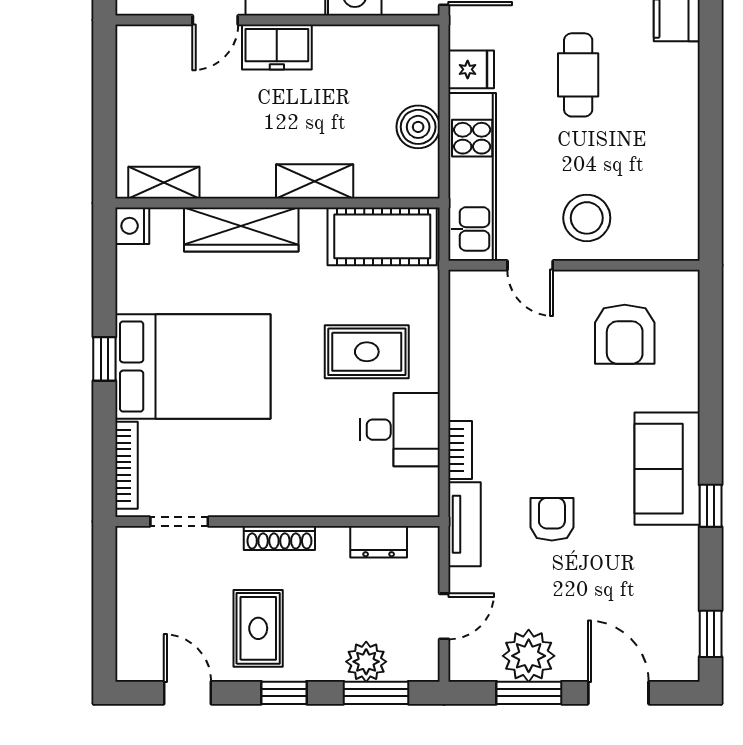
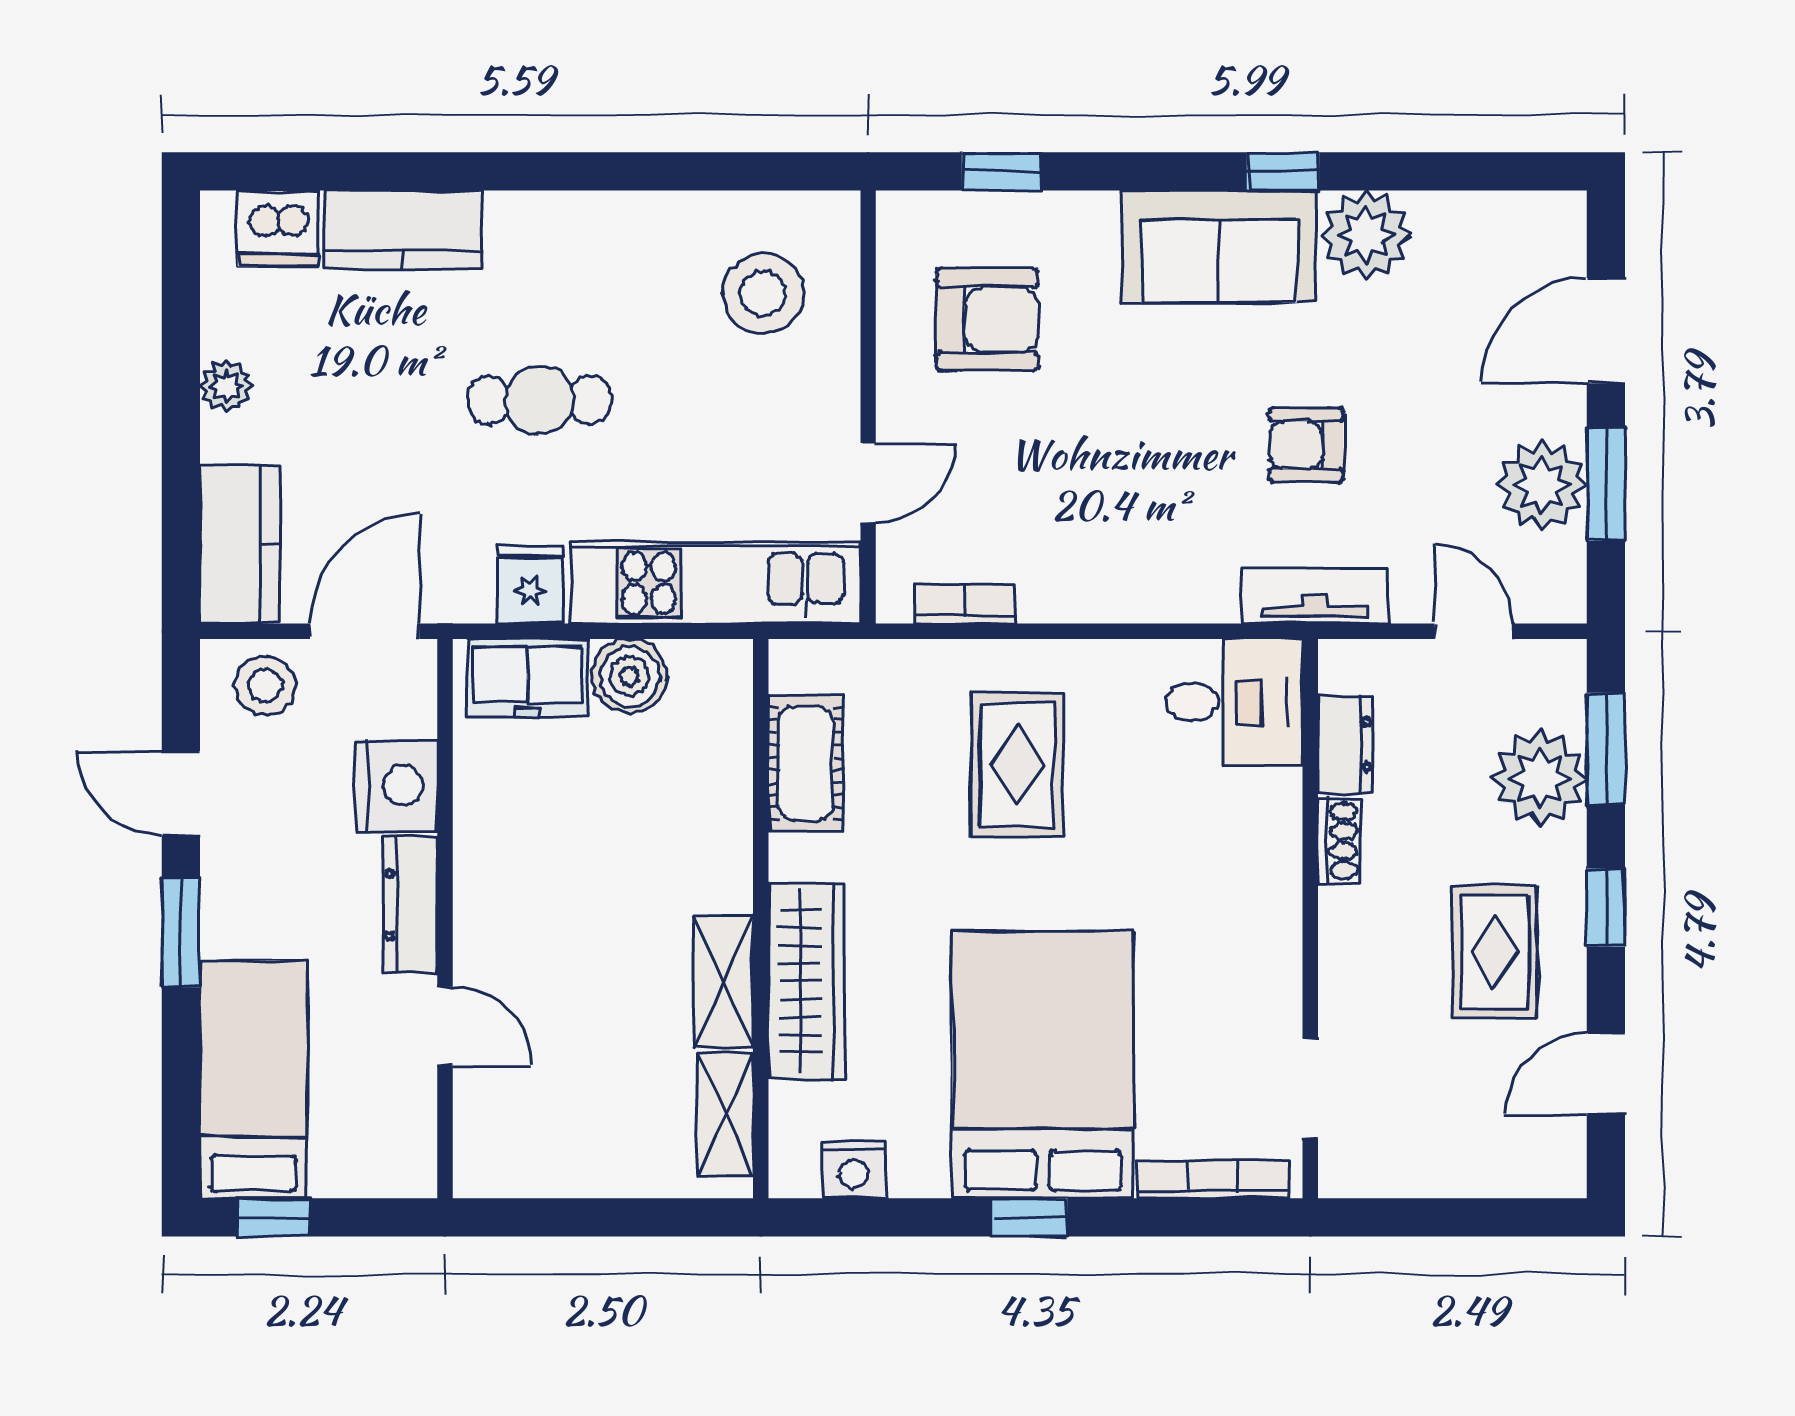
freezer: (277, 47) -> (527, 678), moved, turned 90
shelving: (315, 181) -> (723, 982), moved
stool: (587, 218) -> (763, 293), moved
nightstand: (132, 226) -> (854, 1169), moved
cot: (382, 236) -> (806, 763), width x0.73, depth x0.75
desk: (400, 430) -> (1234, 702), moved, turned 90
bookcase: (460, 450) -> (965, 604), moved
shoe rack: (279, 538) -> (1339, 841), moved, width x0.70
plant: (674, 554) -> (1366, 235), added
rug: (258, 628) -> (1495, 952), turned 90
window: (711, 634) -> (1002, 171), moved
plant: (366, 662) -> (1540, 778), width x1.36, depth x1.36

